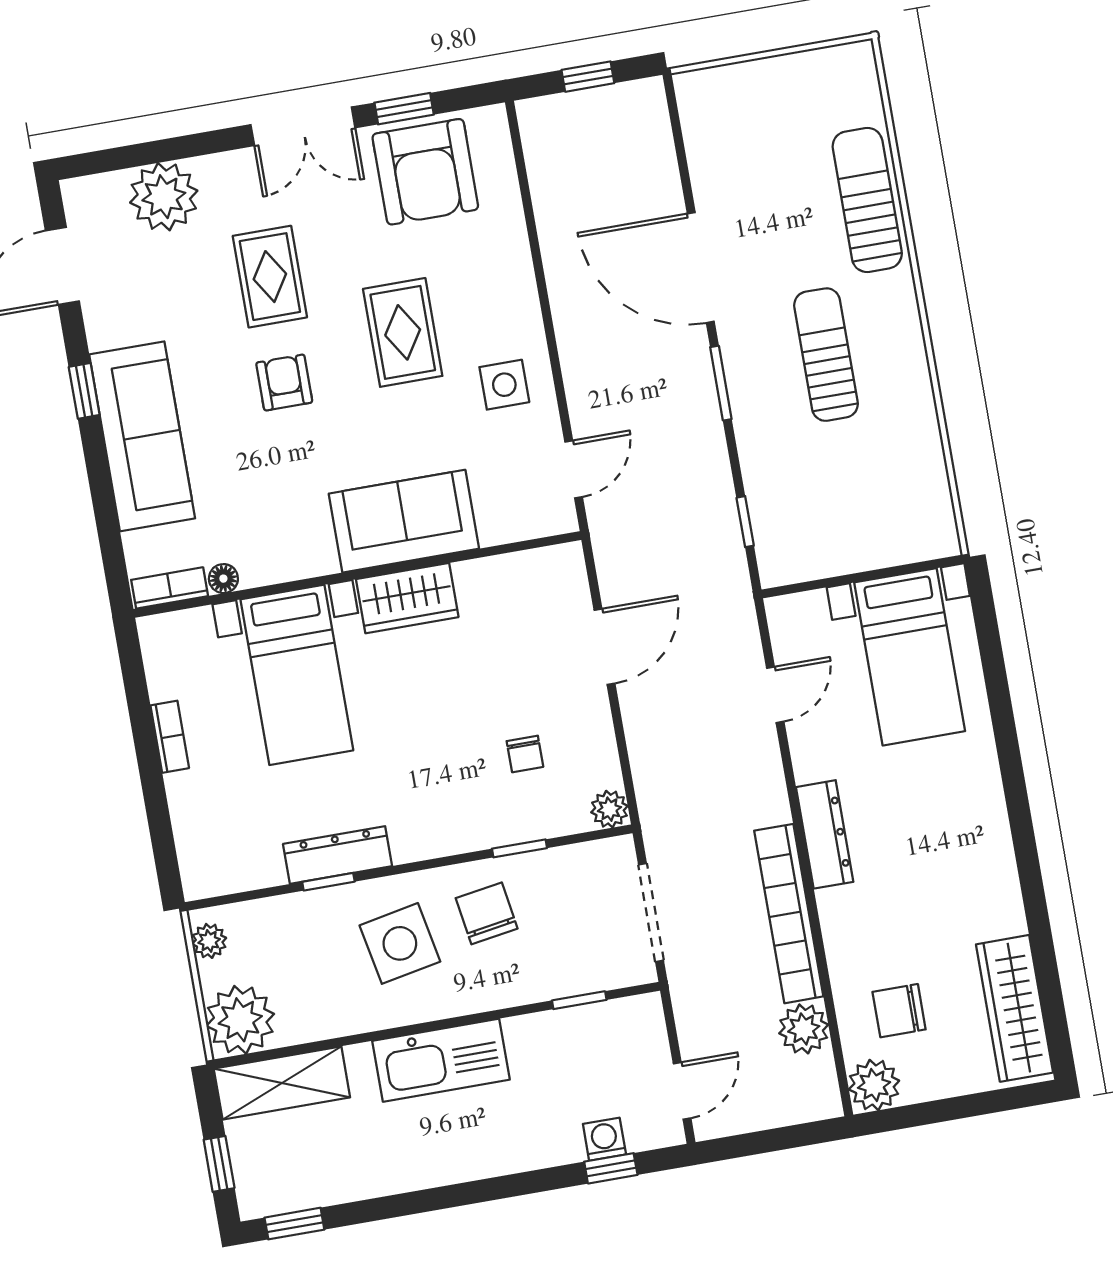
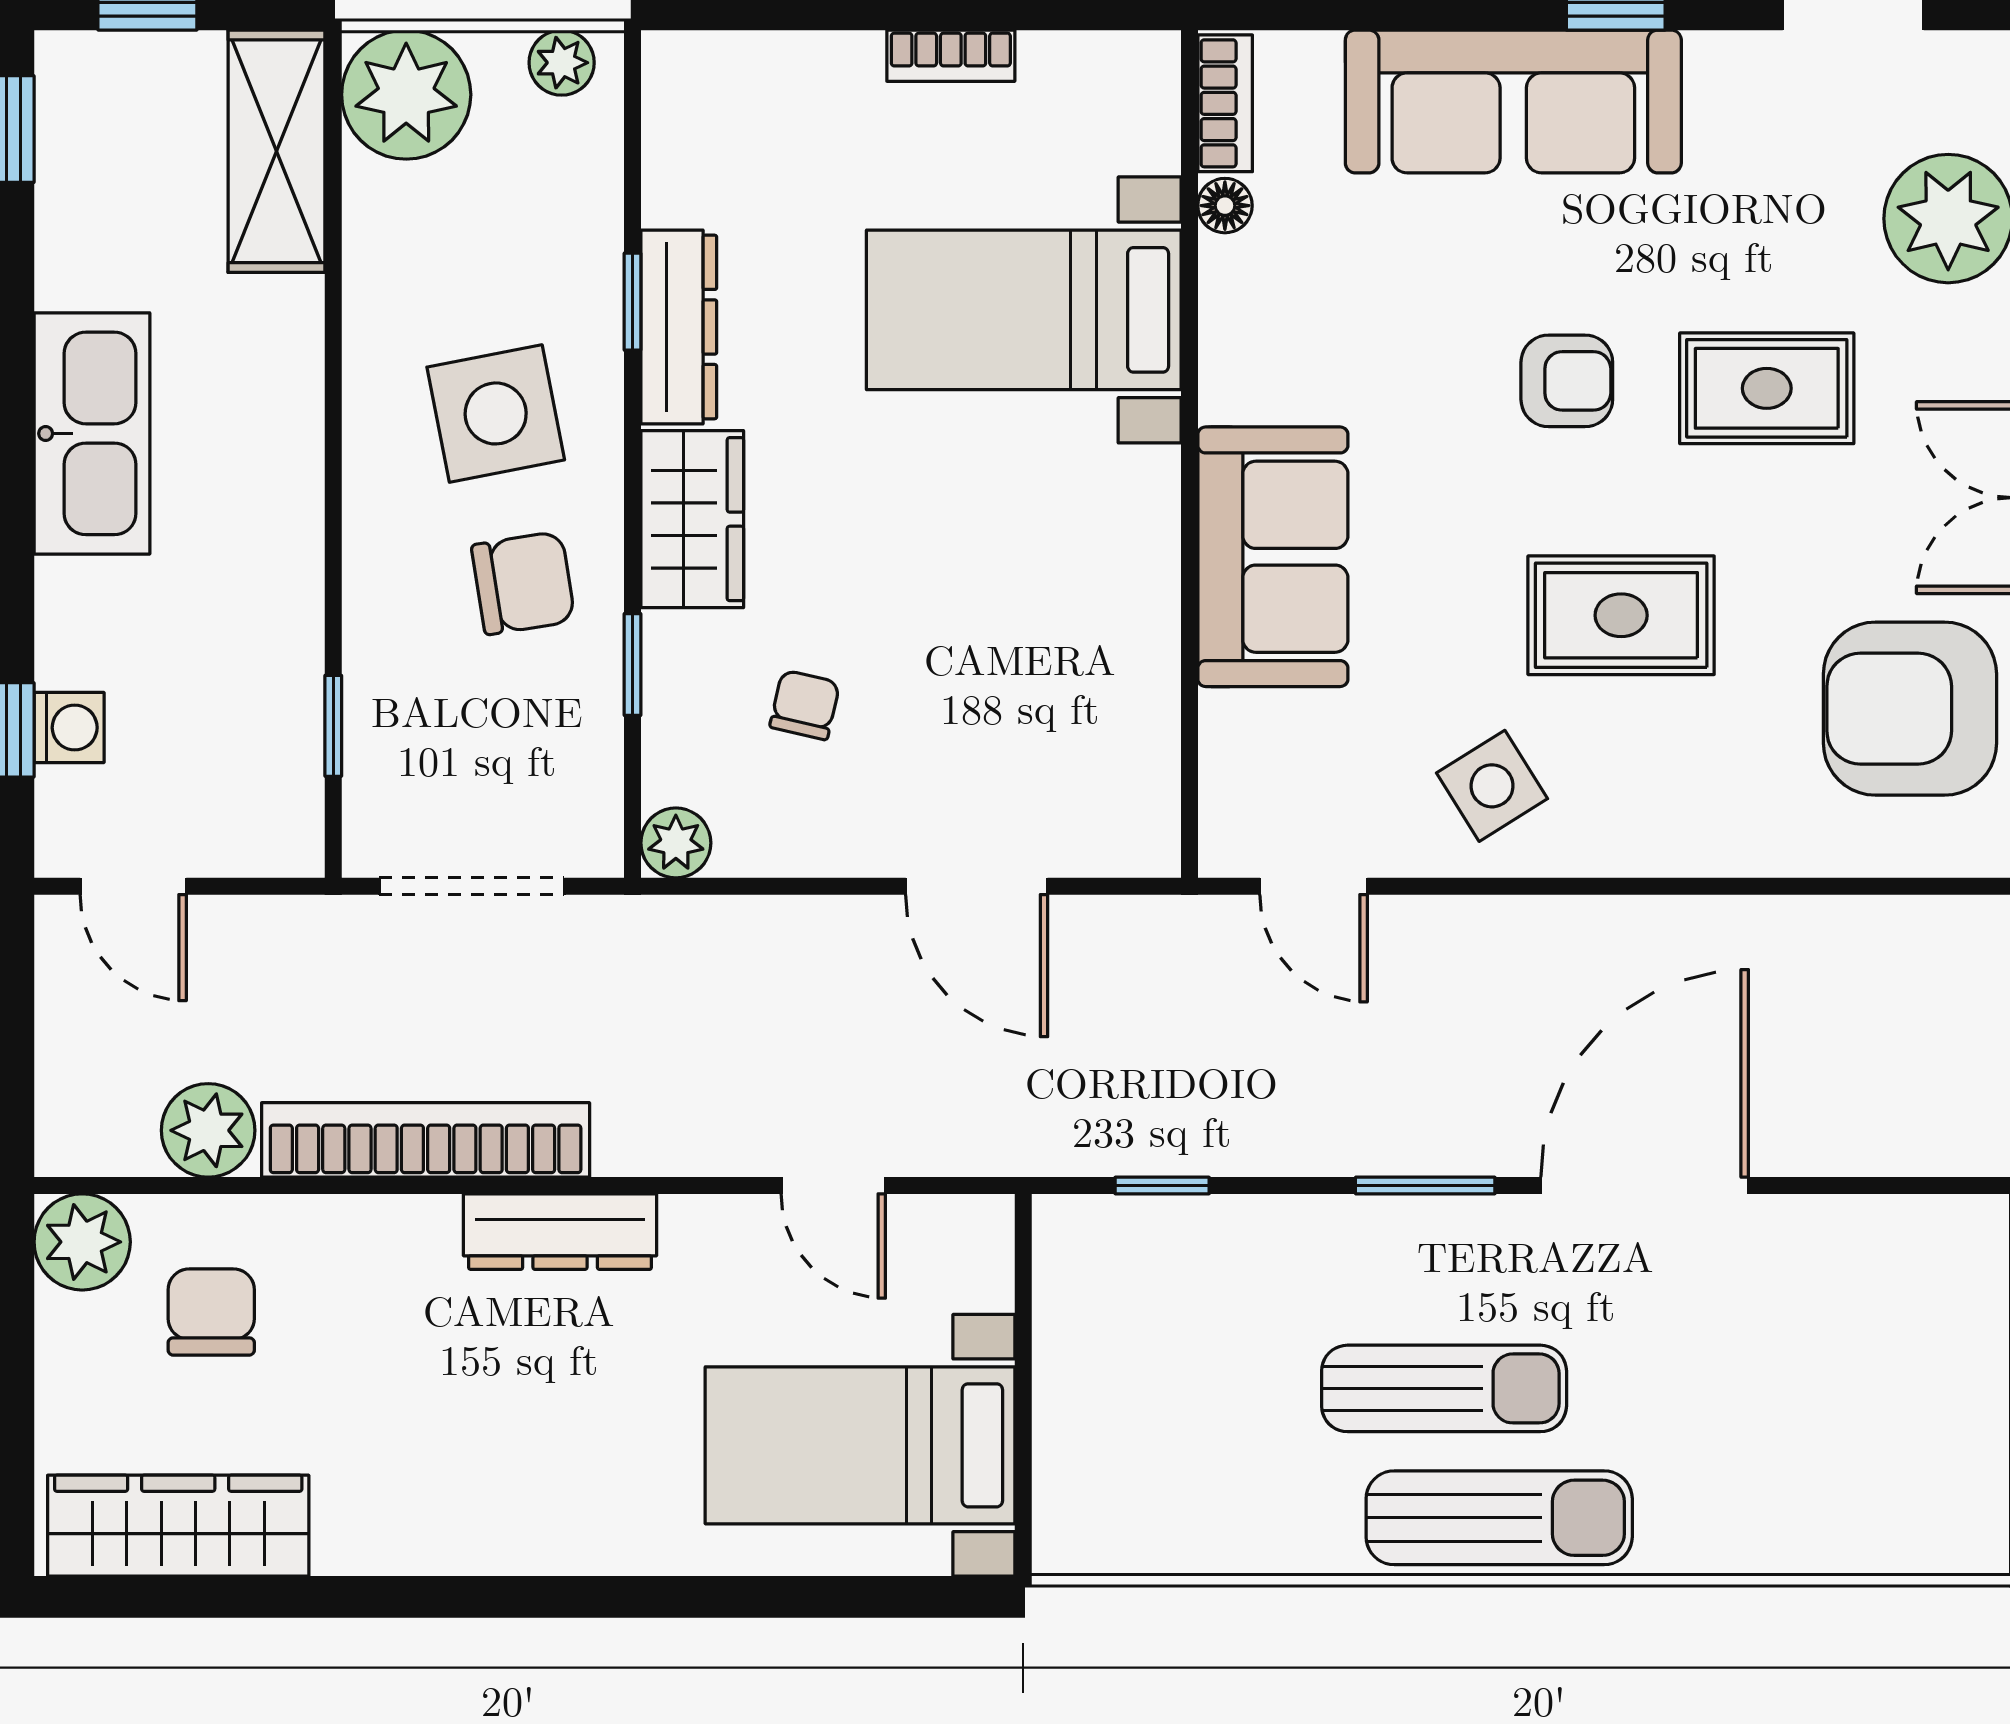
sun lounger: (867, 200) -> (1499, 1518), moved
side table: (504, 385) -> (1492, 786), turned -32
wardrobe: (407, 598) -> (692, 519), moved, turned 180
chair: (525, 754) -> (805, 705), turned 103
kitchen sink: (441, 1060) -> (92, 433), moved, turned 180

